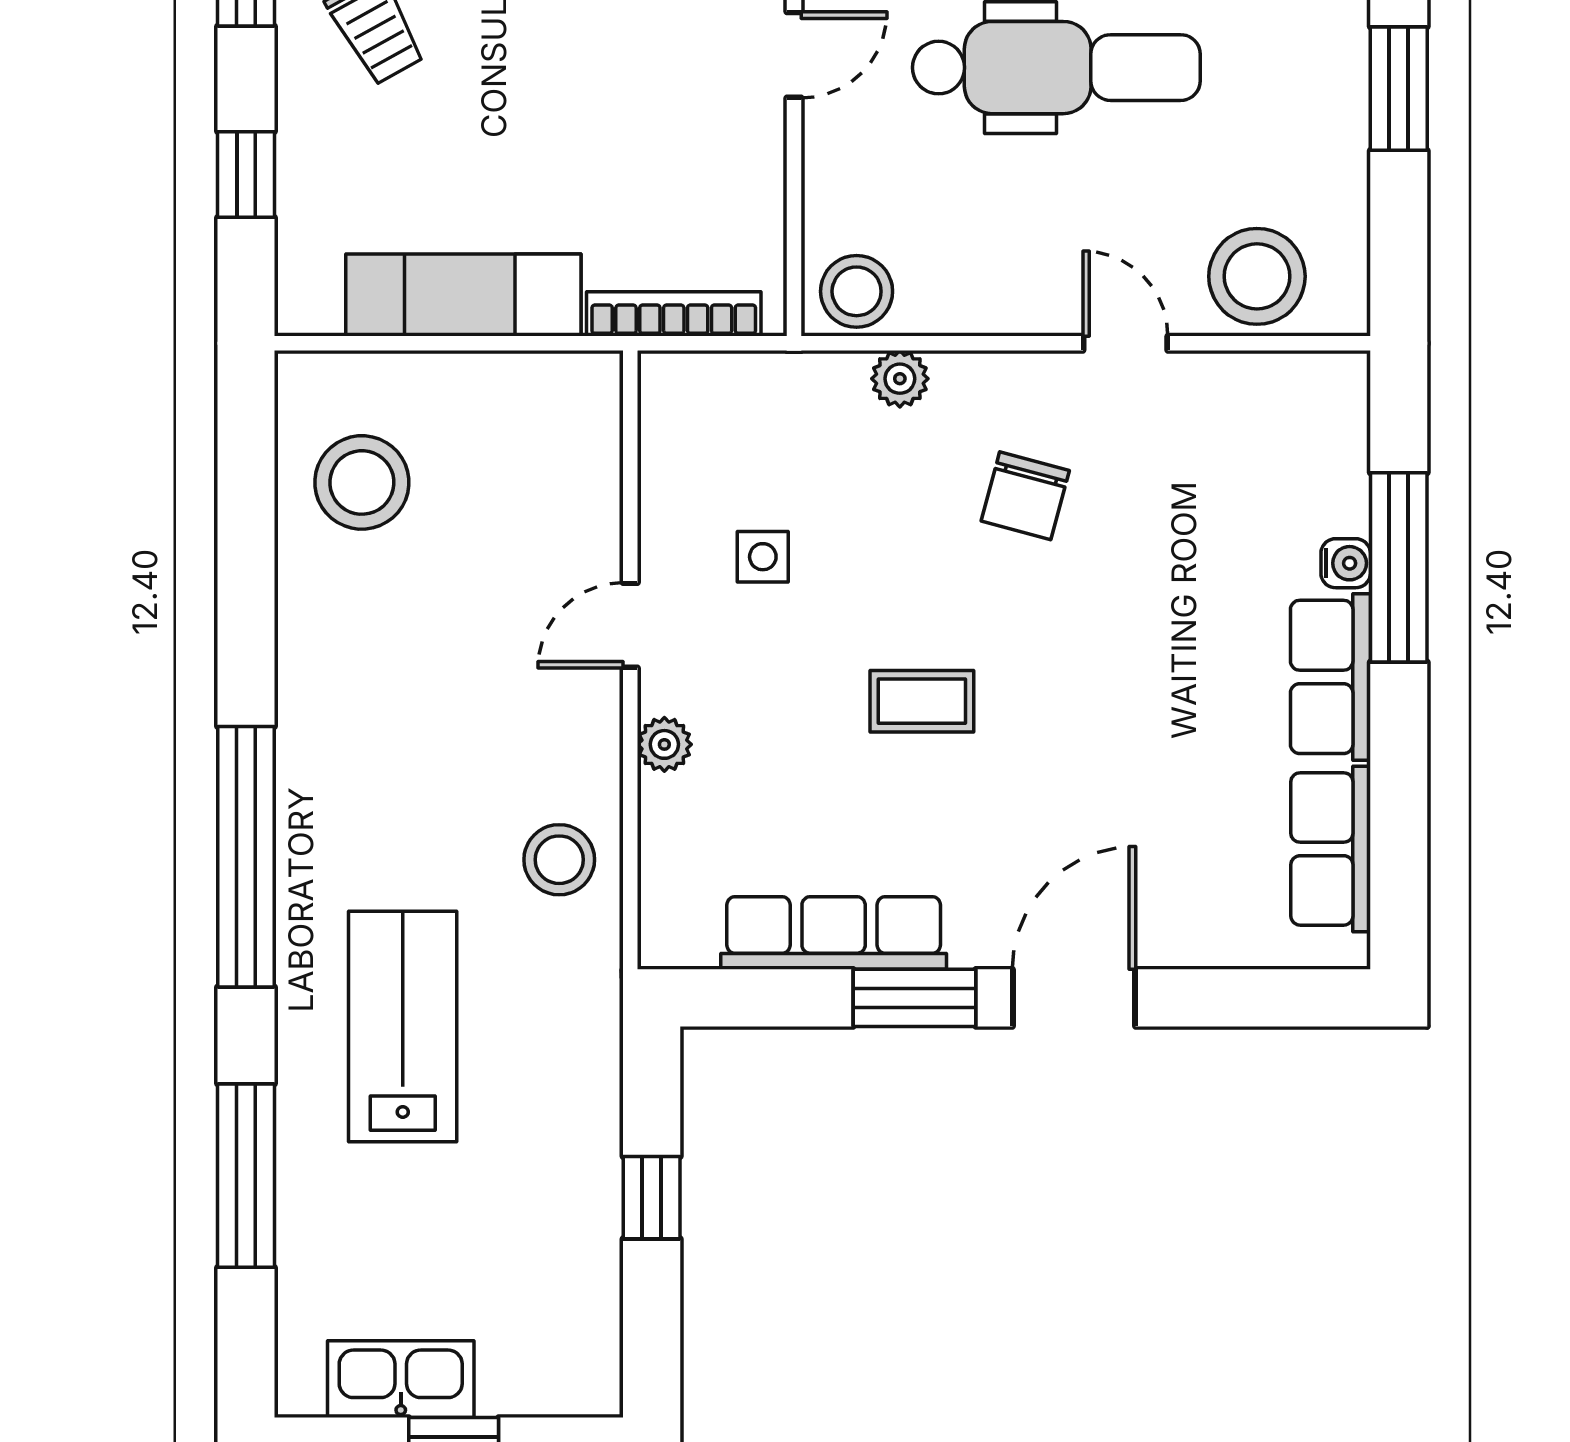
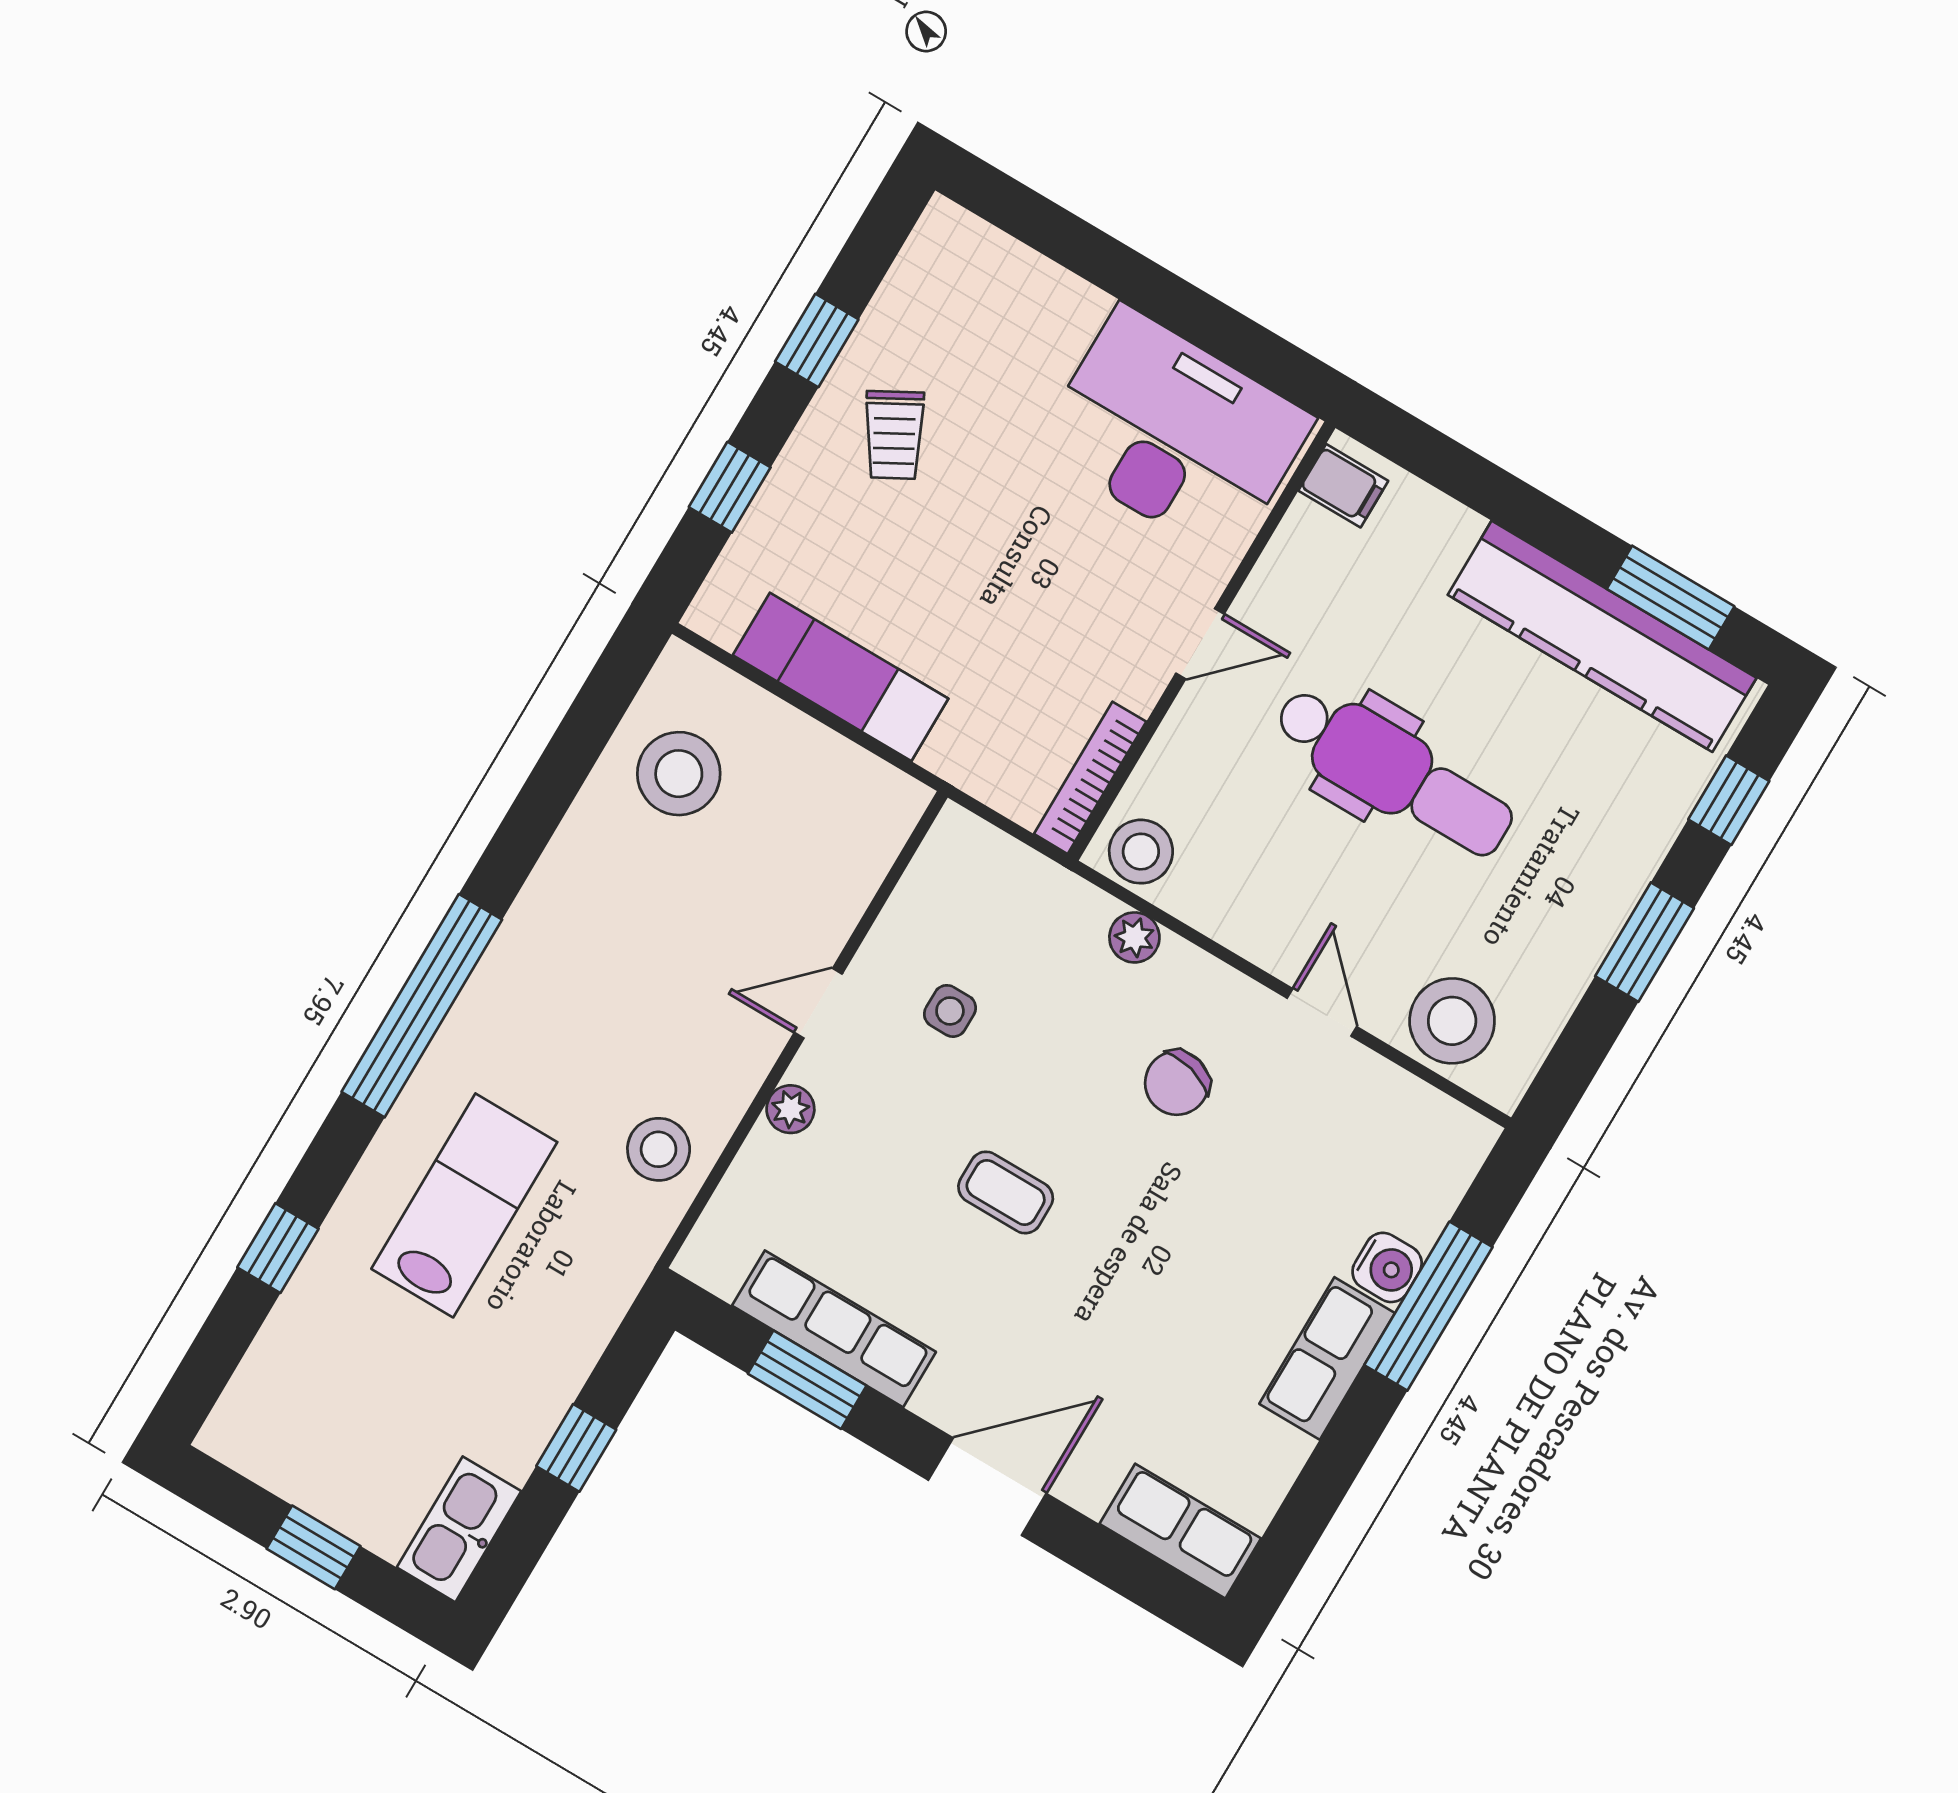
bookcase: (674, 314) -> (1090, 778), moved, turned -90
water cooler: (1346, 563) -> (1387, 1267), width x1.38, depth x1.38
row of seats: (1331, 849) -> (1180, 1531), moved, turned 90
window: (914, 998) -> (807, 1380), moved
window: (246, 1176) -> (278, 1248), width x0.46
kitchen sink: (401, 1379) -> (459, 1529), moved, turned -90

